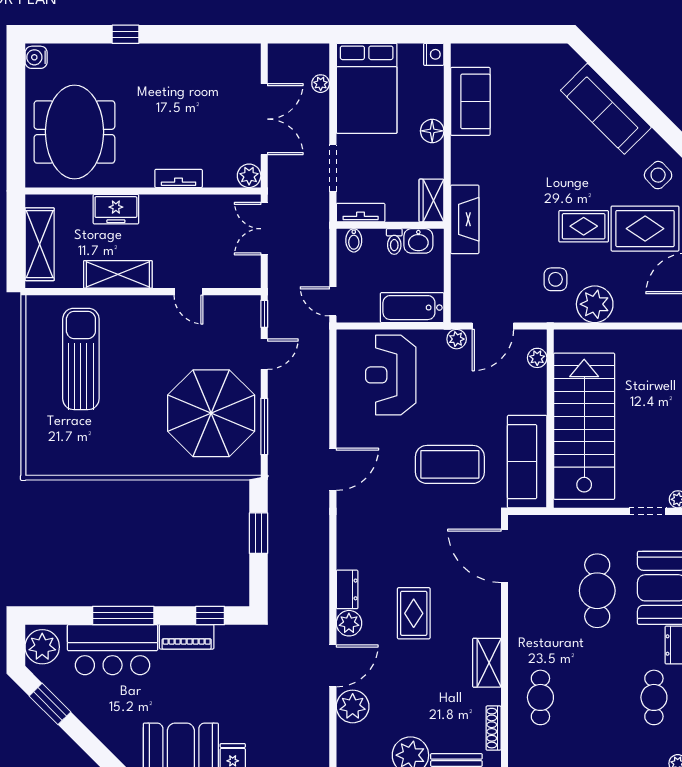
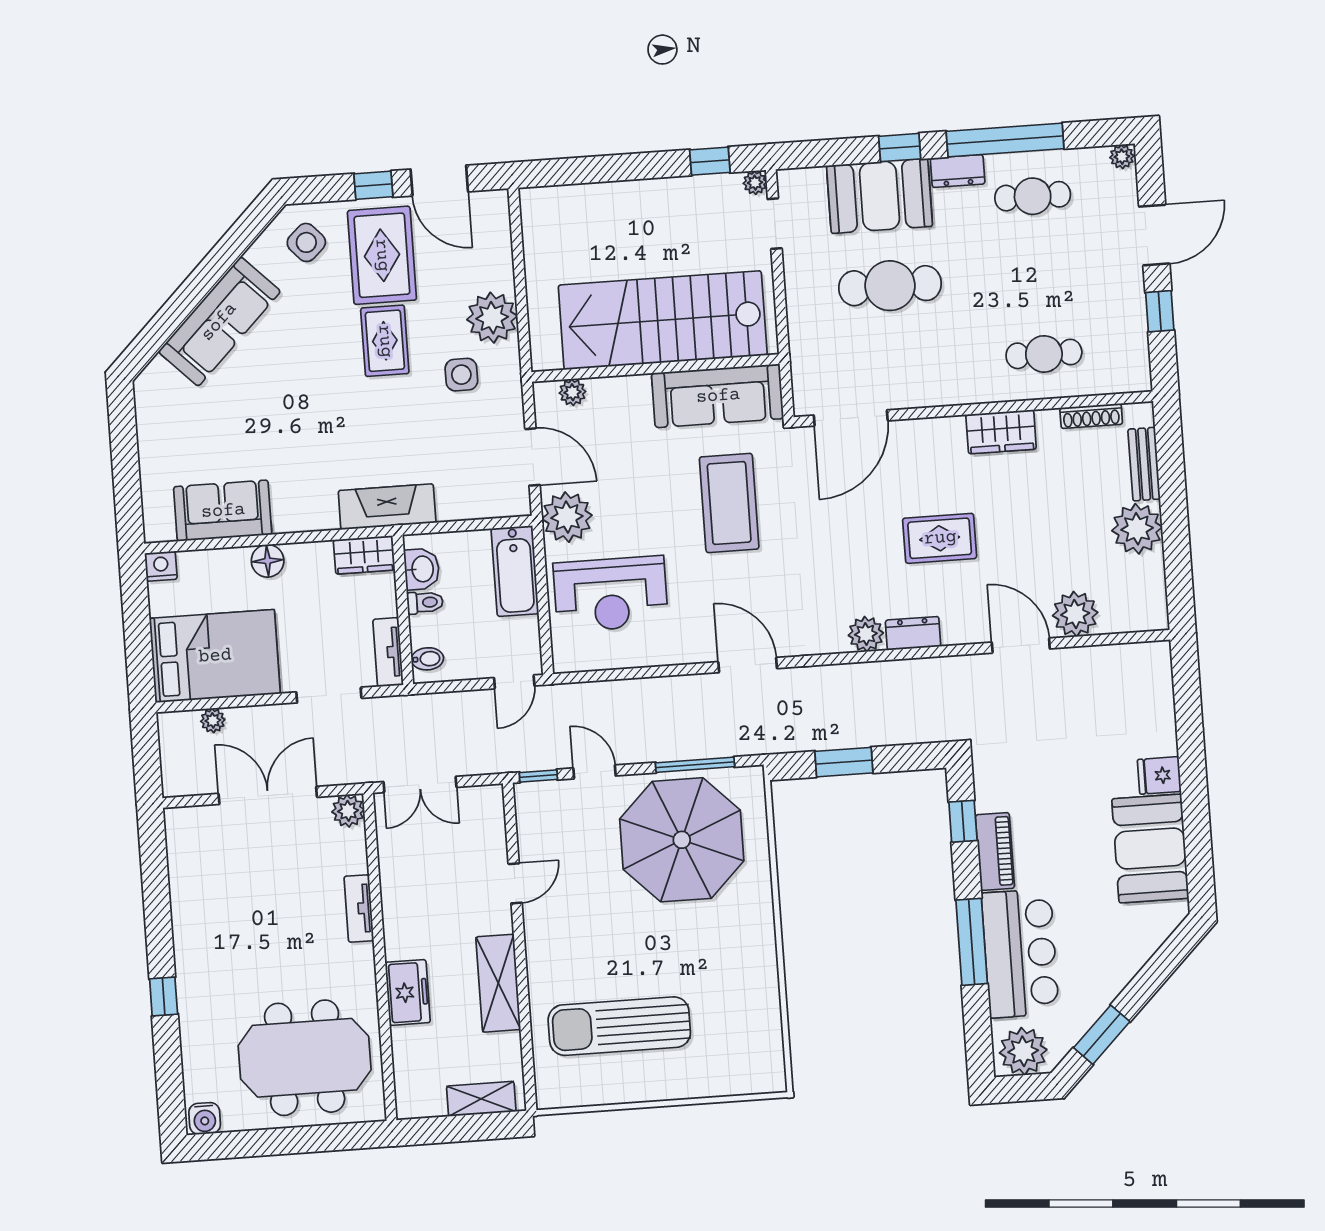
shelving: (40, 244) -> (481, 1099), width x0.67, depth x0.75
plant: (457, 339) -> (567, 517), width x1.87, depth x1.87
plant: (349, 623) -> (866, 634), moved

